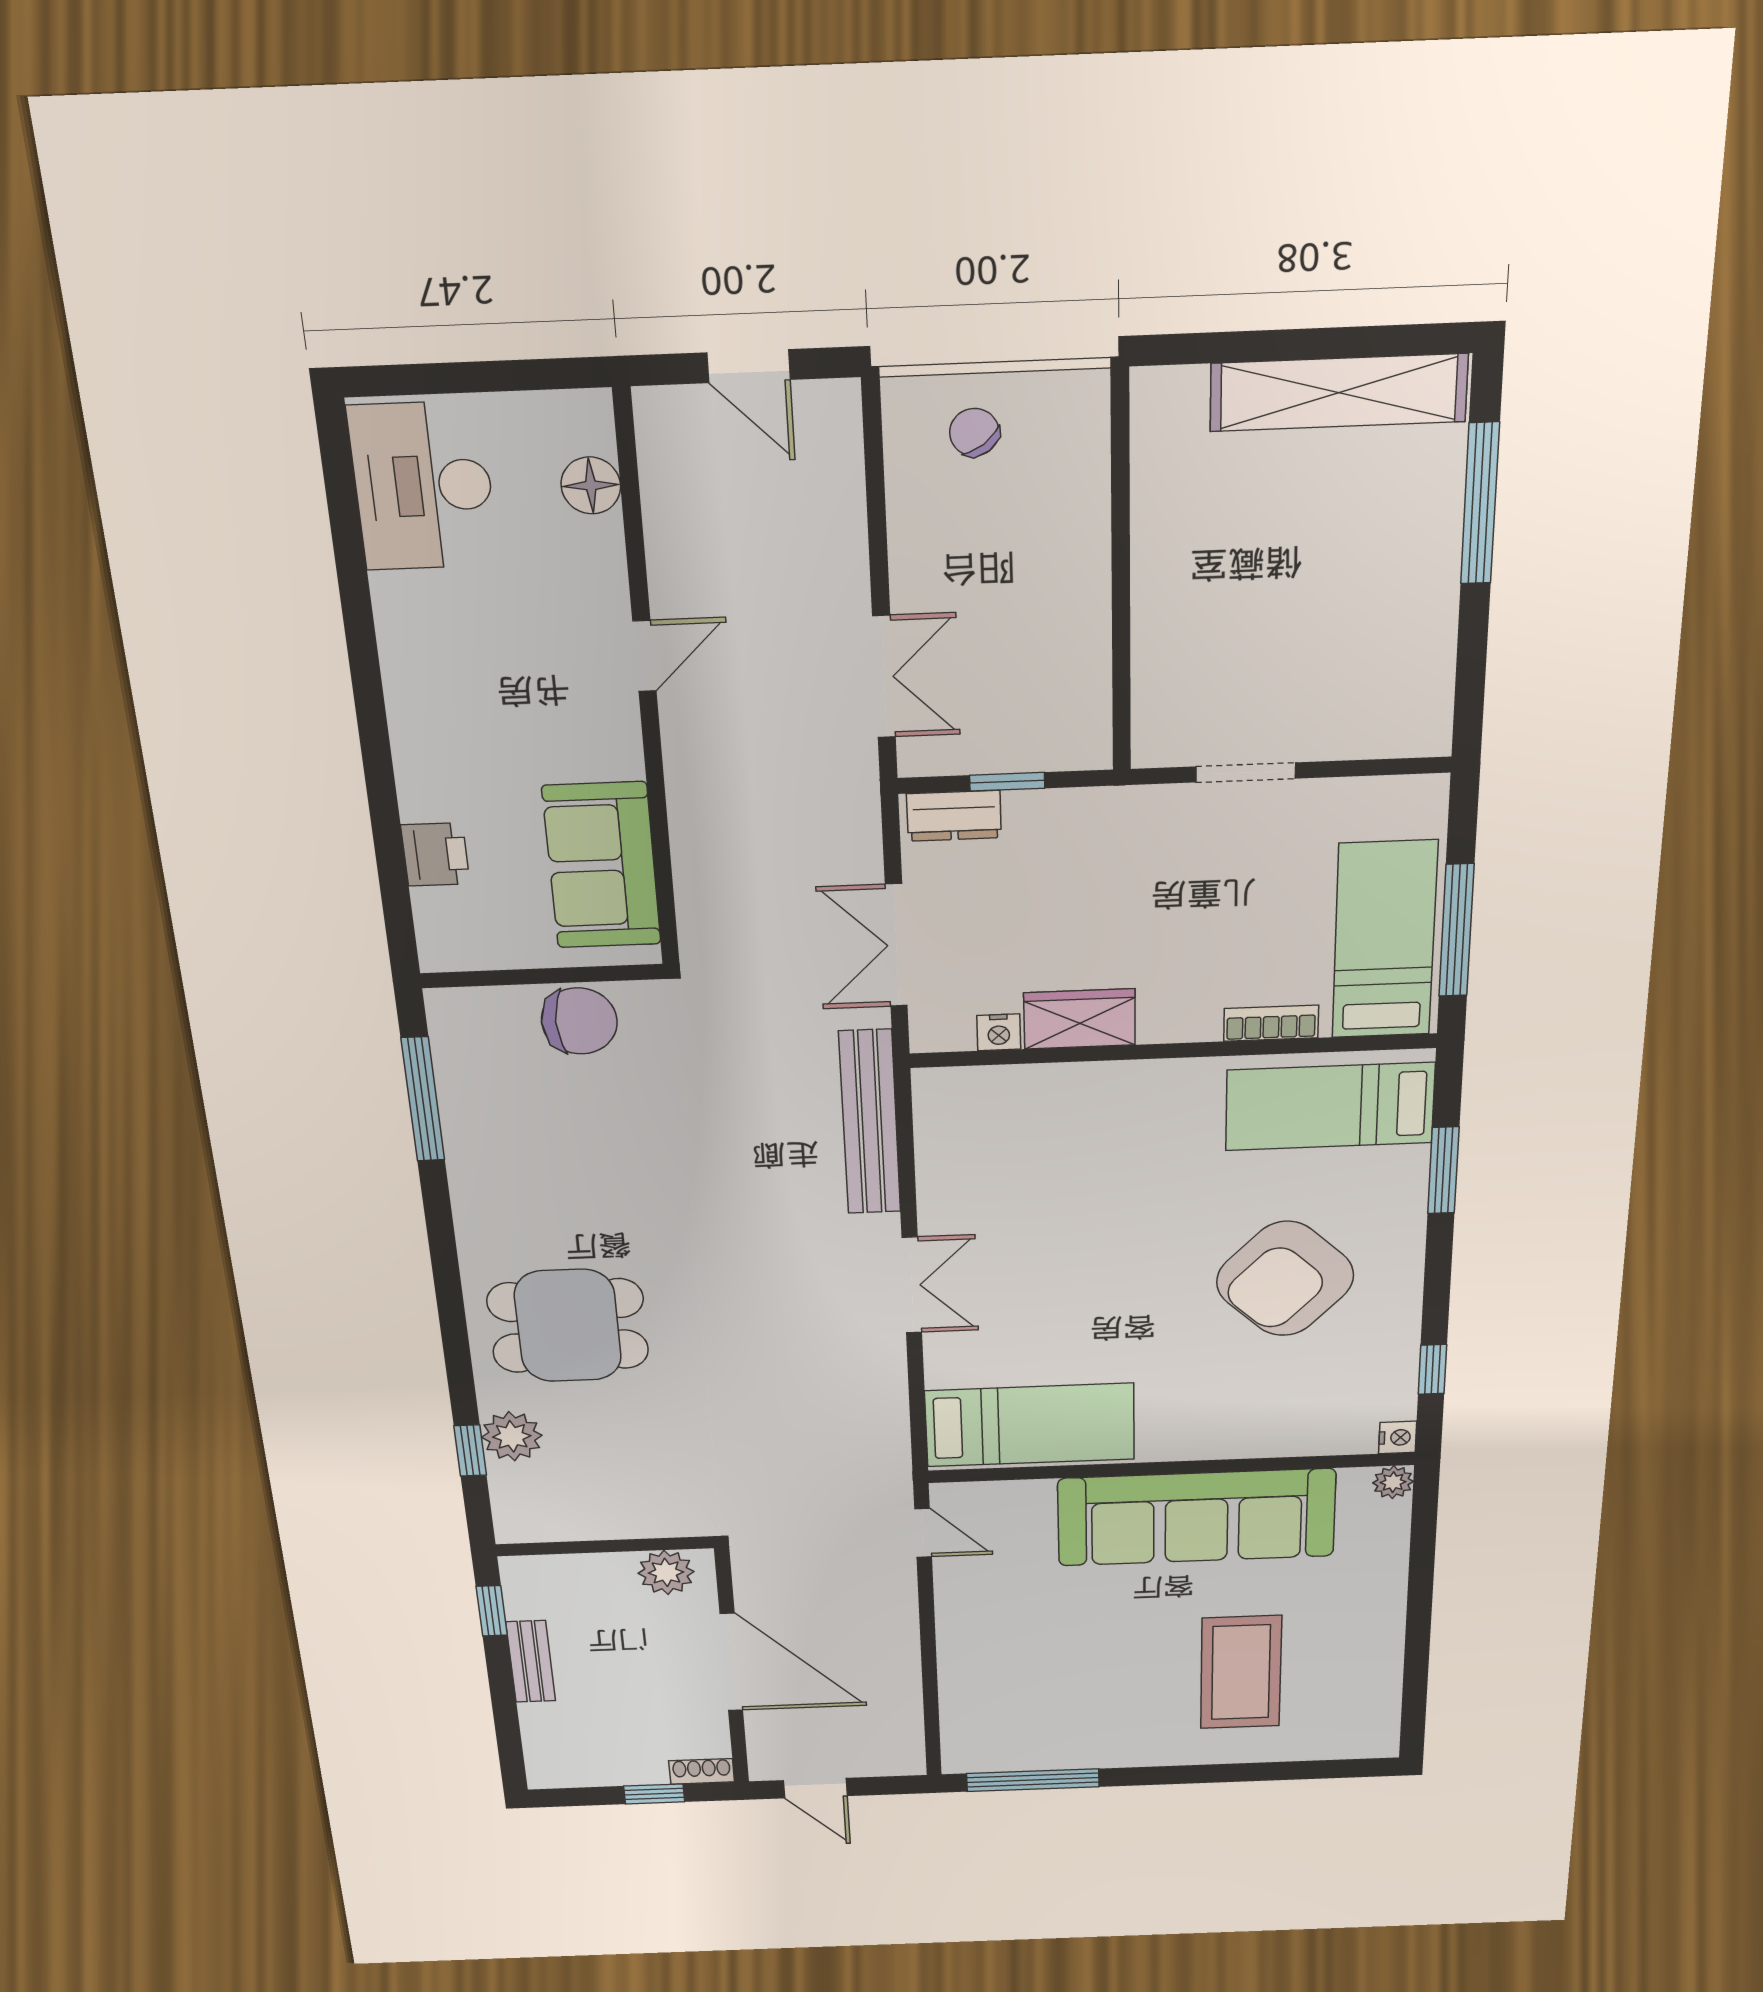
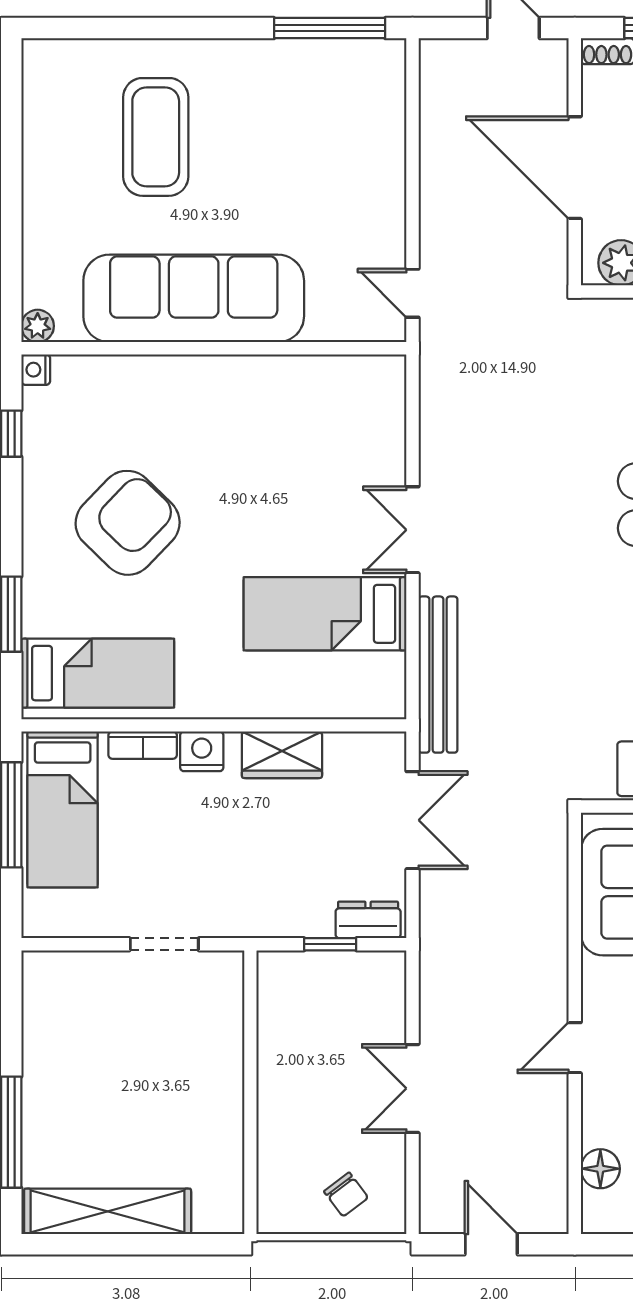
double door: (884, 677) -> (413, 1088), moved
nightstand: (999, 1032) -> (202, 751), moved, width x1.39, depth x1.35
bed: (1030, 1425) -> (325, 614), moved

